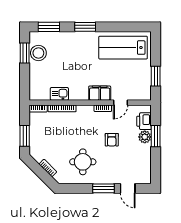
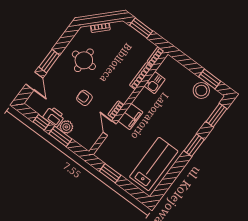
printer: (144, 121) -> (54, 117), moved
window: (156, 159) -> (41, 122), added
door: (128, 188) -> (34, 81), swing flipped

